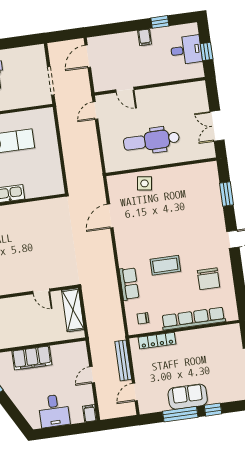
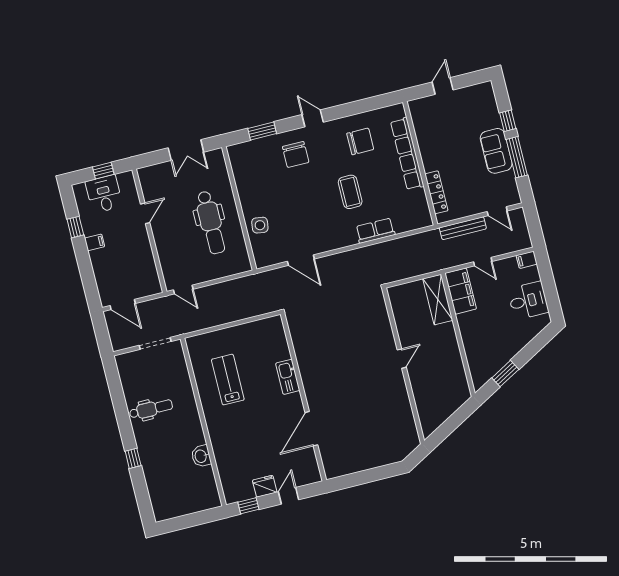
door: (125, 90) -> (145, 213), moved
door: (41, 291) -> (402, 359), moved
shelving: (73, 310) -> (438, 300), moved, turned 90
chair: (143, 318) -> (296, 154), moved, width x1.87, depth x1.87
filing cabinet: (32, 358) -> (461, 291), moved

